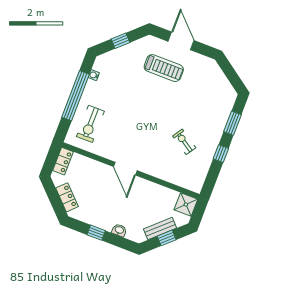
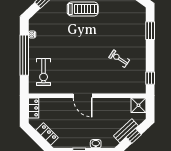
window: (221, 154) -> (150, 78), moved

